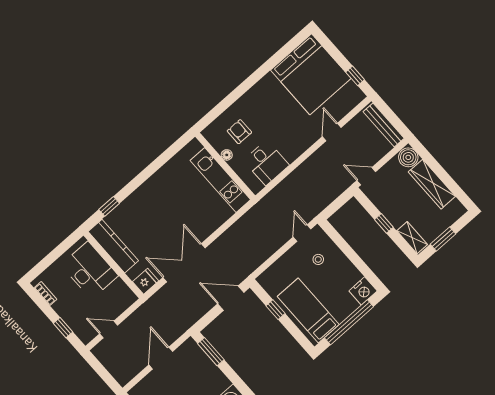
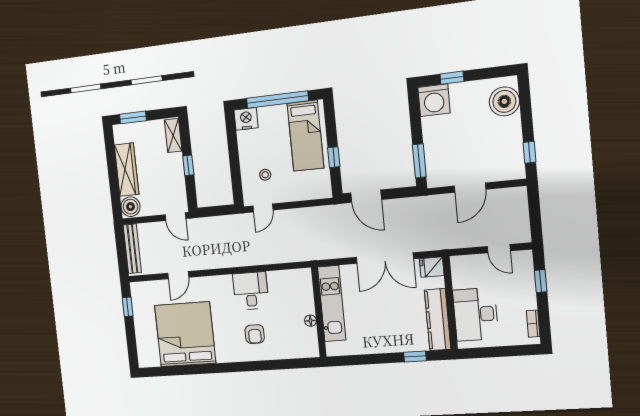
bed: (311, 74) -> (185, 334), moved
floor lamp: (227, 155) -> (310, 321), moved
wall: (225, 166) -> (319, 312), moved
kitchen unit: (220, 180) -> (332, 304), moved
window: (443, 239) -> (133, 118), moved

